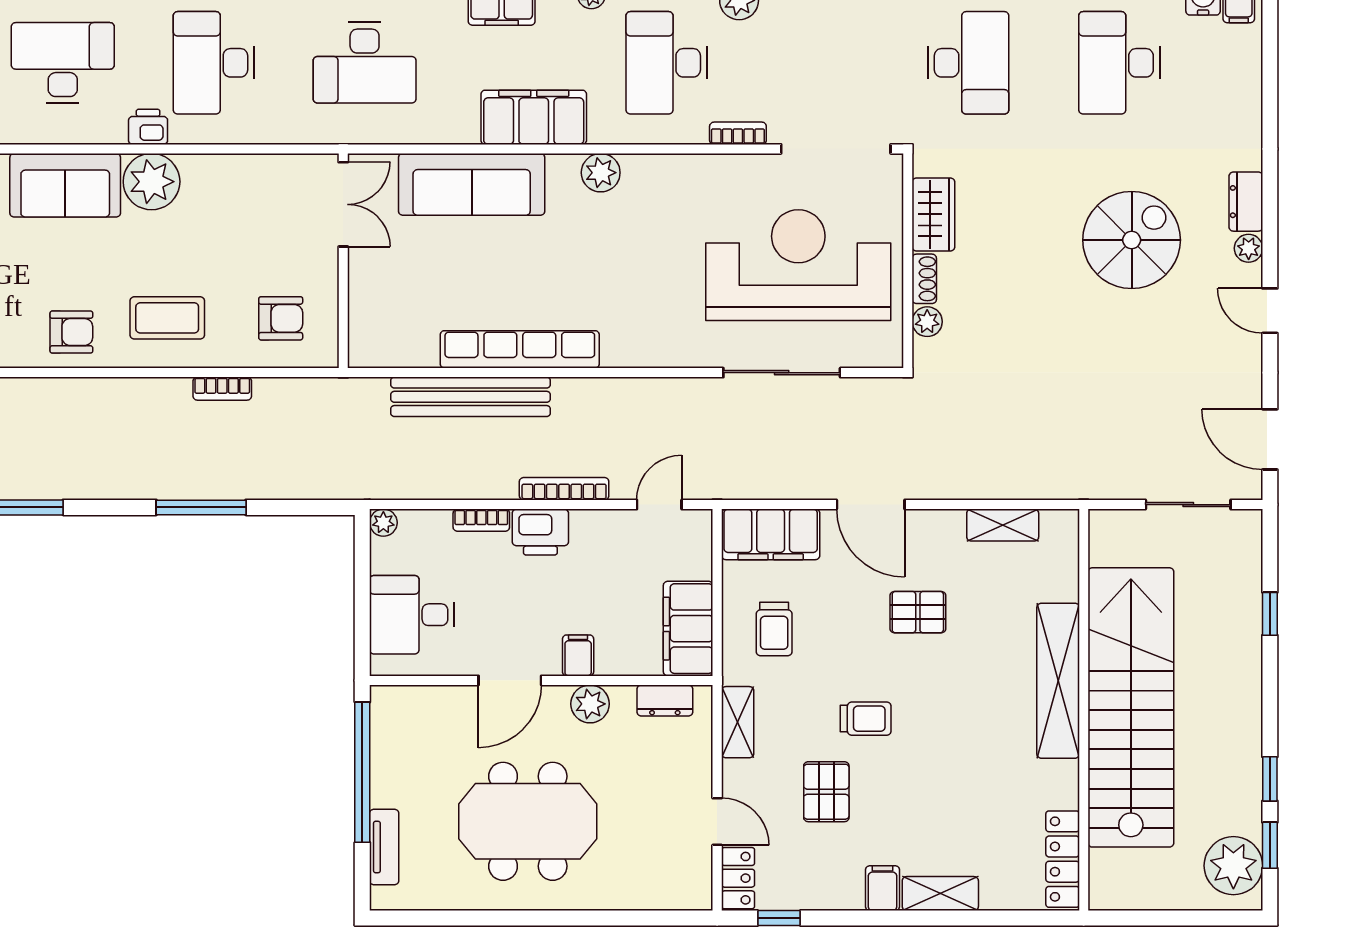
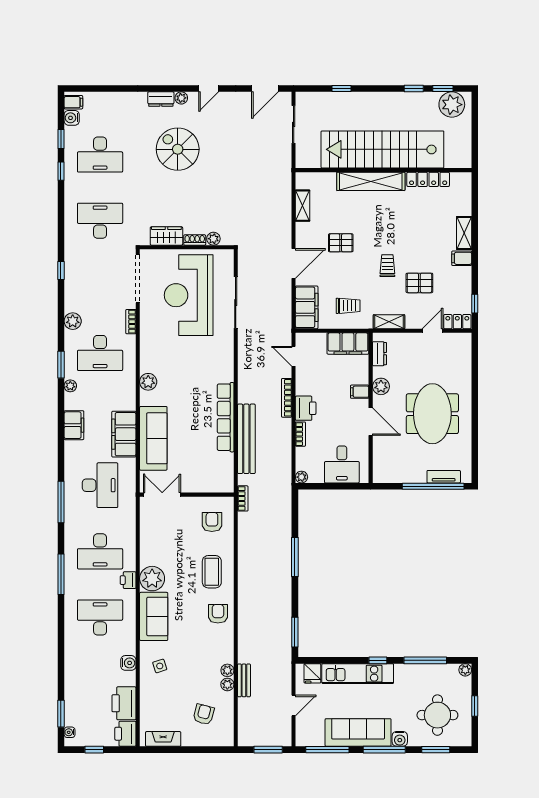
desk: (63, 63) -> (100, 617), turned 90
filing cabinet: (534, 117) -> (124, 434), moved
bookcase: (222, 389) -> (243, 498), moved
pallet: (918, 612) -> (341, 243), turned 90
window: (362, 772) -> (433, 486), moved
locker: (1063, 859) -> (428, 179), moved

